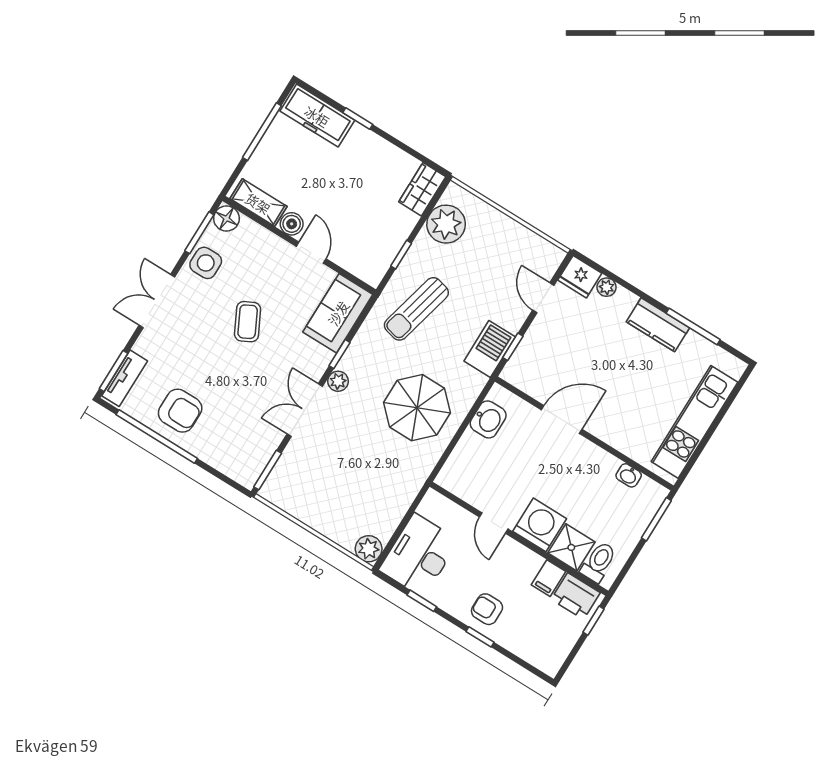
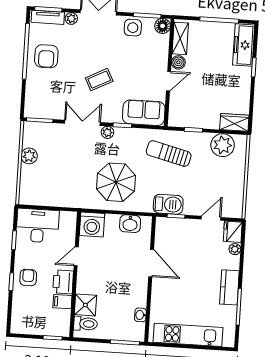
coffee table: (248, 322) -> (99, 80), moved
plant: (145, 345) -> (71, 18), added
washing machine: (540, 525) -> (92, 225), moved, turned 90
plant: (369, 549) -> (29, 156), moved
printer: (576, 596) -> (63, 282), moved

